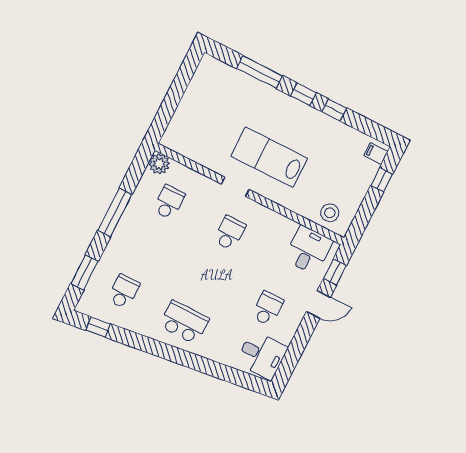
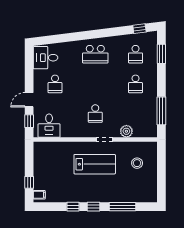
plant: (159, 164) -> (126, 131), moved
school desk: (169, 202) -> (136, 84), moved
window: (115, 212) -> (161, 111), moved
stool: (330, 213) -> (137, 163), moved

